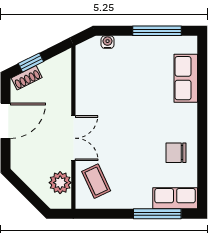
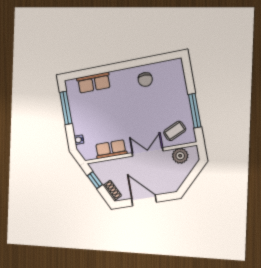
window: (31, 62) -> (95, 180), moved
row of seats: (175, 198) -> (111, 149), moved, turned 90
window: (157, 214) -> (195, 111), moved

